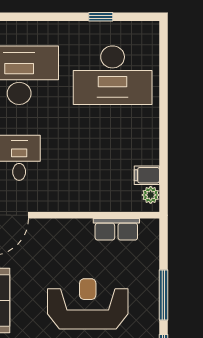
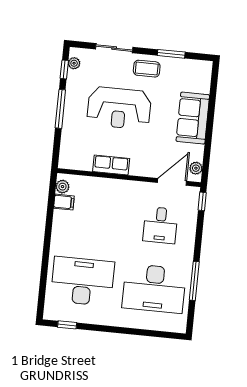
window: (101, 17) -> (67, 325), moved
row of seats: (116, 229) -> (111, 165), moved

